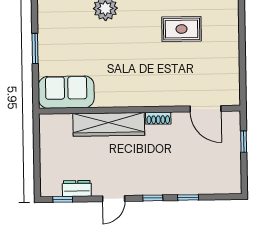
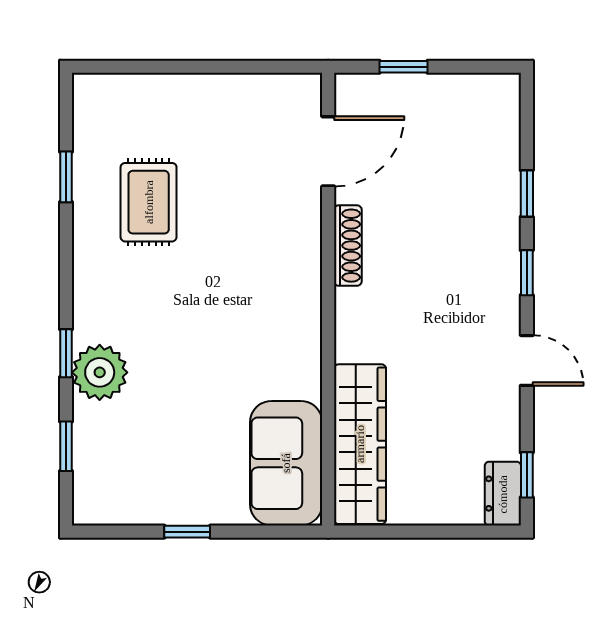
window: (35, 49) -> (187, 532), width x0.67
shoe rack: (158, 118) -> (348, 246), width x1.43
wardrobe: (109, 124) -> (360, 444), moved
dresser: (77, 188) -> (503, 494), moved

